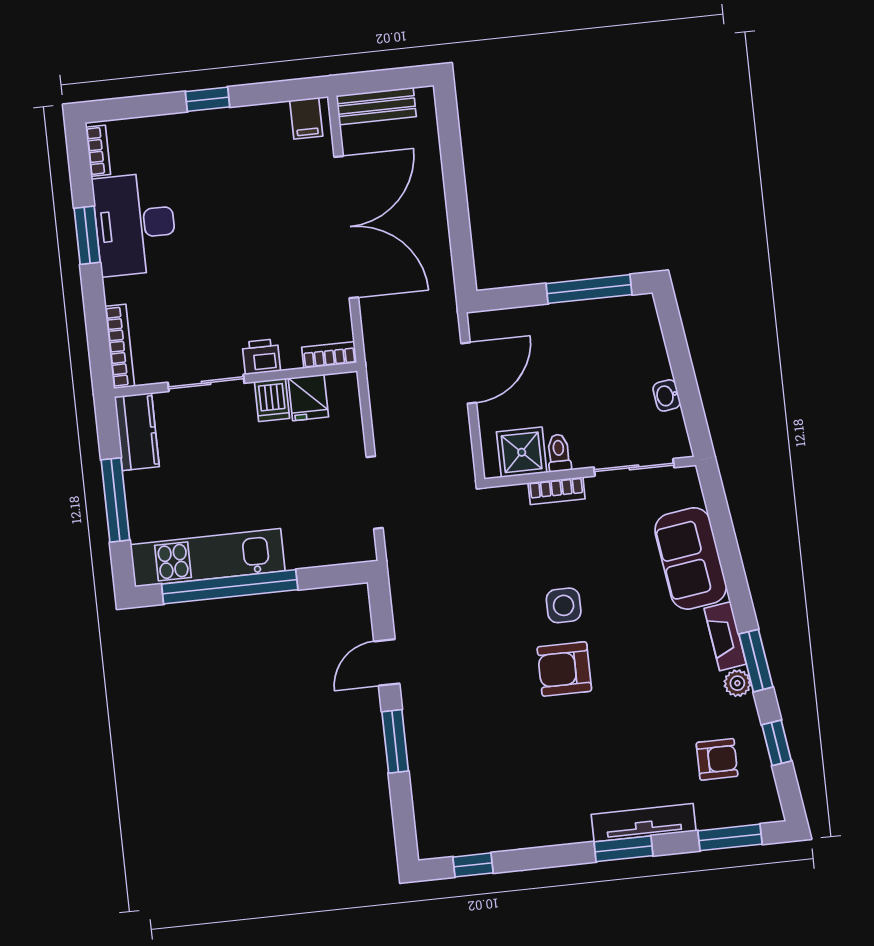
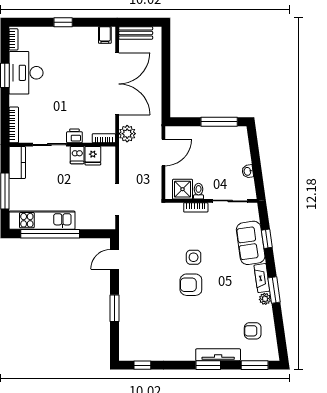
plant: (382, 339) -> (127, 134), added
door: (387, 662) -> (115, 259), moved
window: (777, 743) -> (267, 239), moved
armchair: (717, 759) -> (253, 331), turned 180

